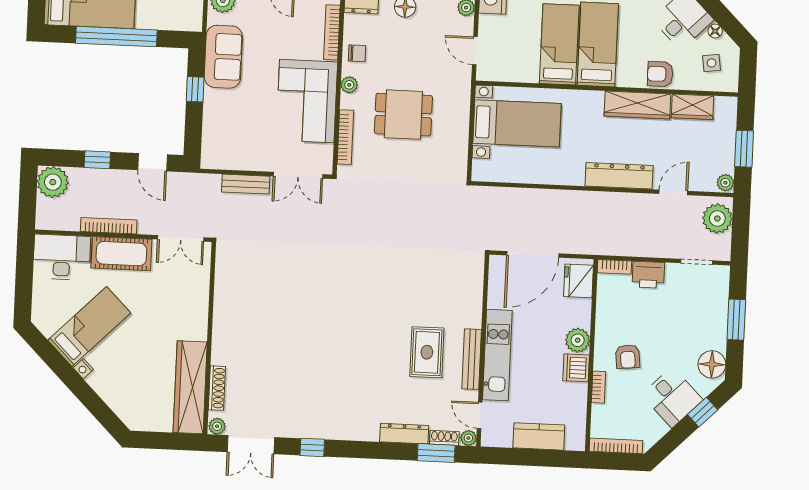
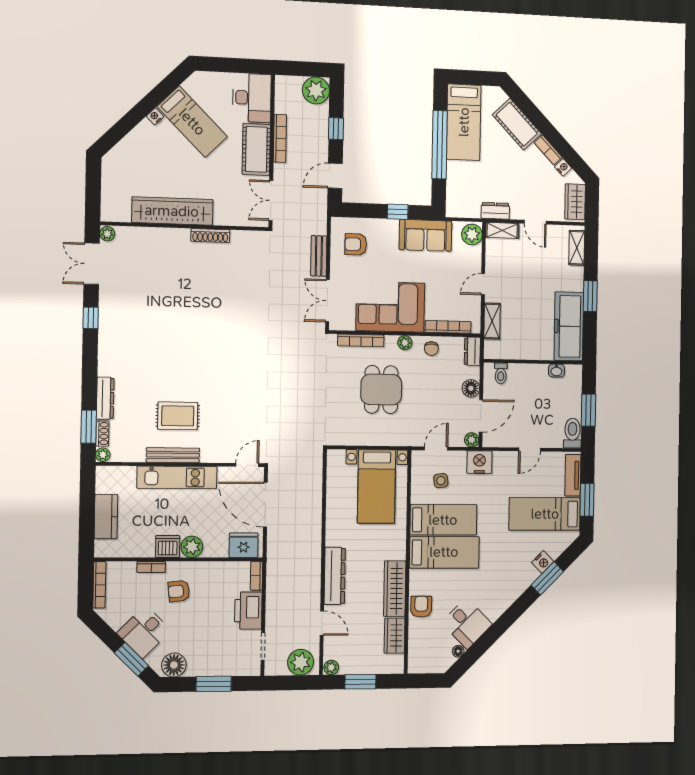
side table: (712, 63) -> (441, 481), moved
armchair: (233, 140) -> (356, 244), added
printer: (648, 275) -> (248, 611), width x1.37, depth x1.19
wardrobe: (190, 387) -> (172, 211), moved
shoe rack: (217, 388) -> (210, 236), moved
window: (703, 412) -> (132, 659), width x1.50
door: (480, 415) -> (247, 465), moved

